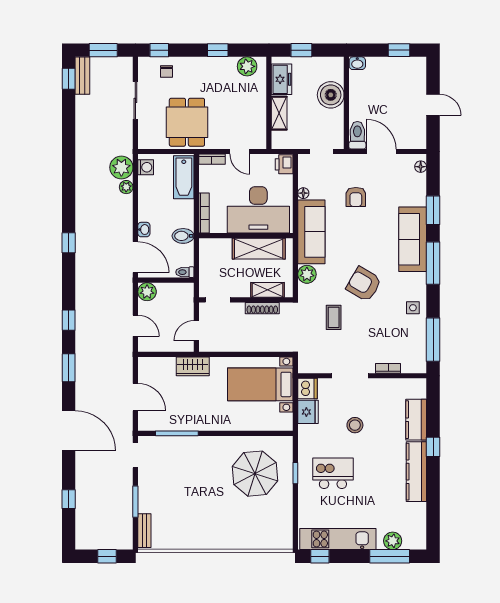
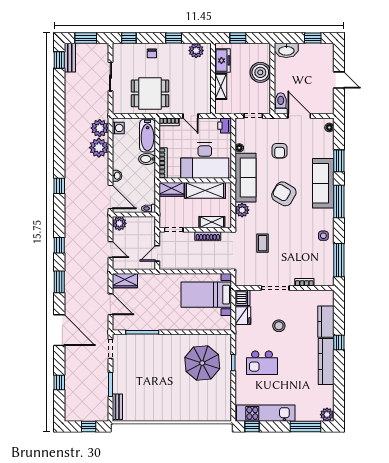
washbasin: (357, 63) -> (286, 50), width x1.91, depth x1.45
chair: (167, 72) -> (152, 53), moved
dining table: (187, 122) -> (150, 93), turned 90
plant: (126, 187) -> (99, 148), width x1.87, depth x1.87
bidet: (183, 236) -> (147, 159), moved
wardrobe: (215, 247) -> (172, 189), added
armchair: (364, 284) -> (284, 194), moved
wardrobe: (193, 366) -> (125, 281), moved
kitchen island: (333, 473) -> (262, 363), turned 180
plant: (393, 541) -> (327, 415), moved

